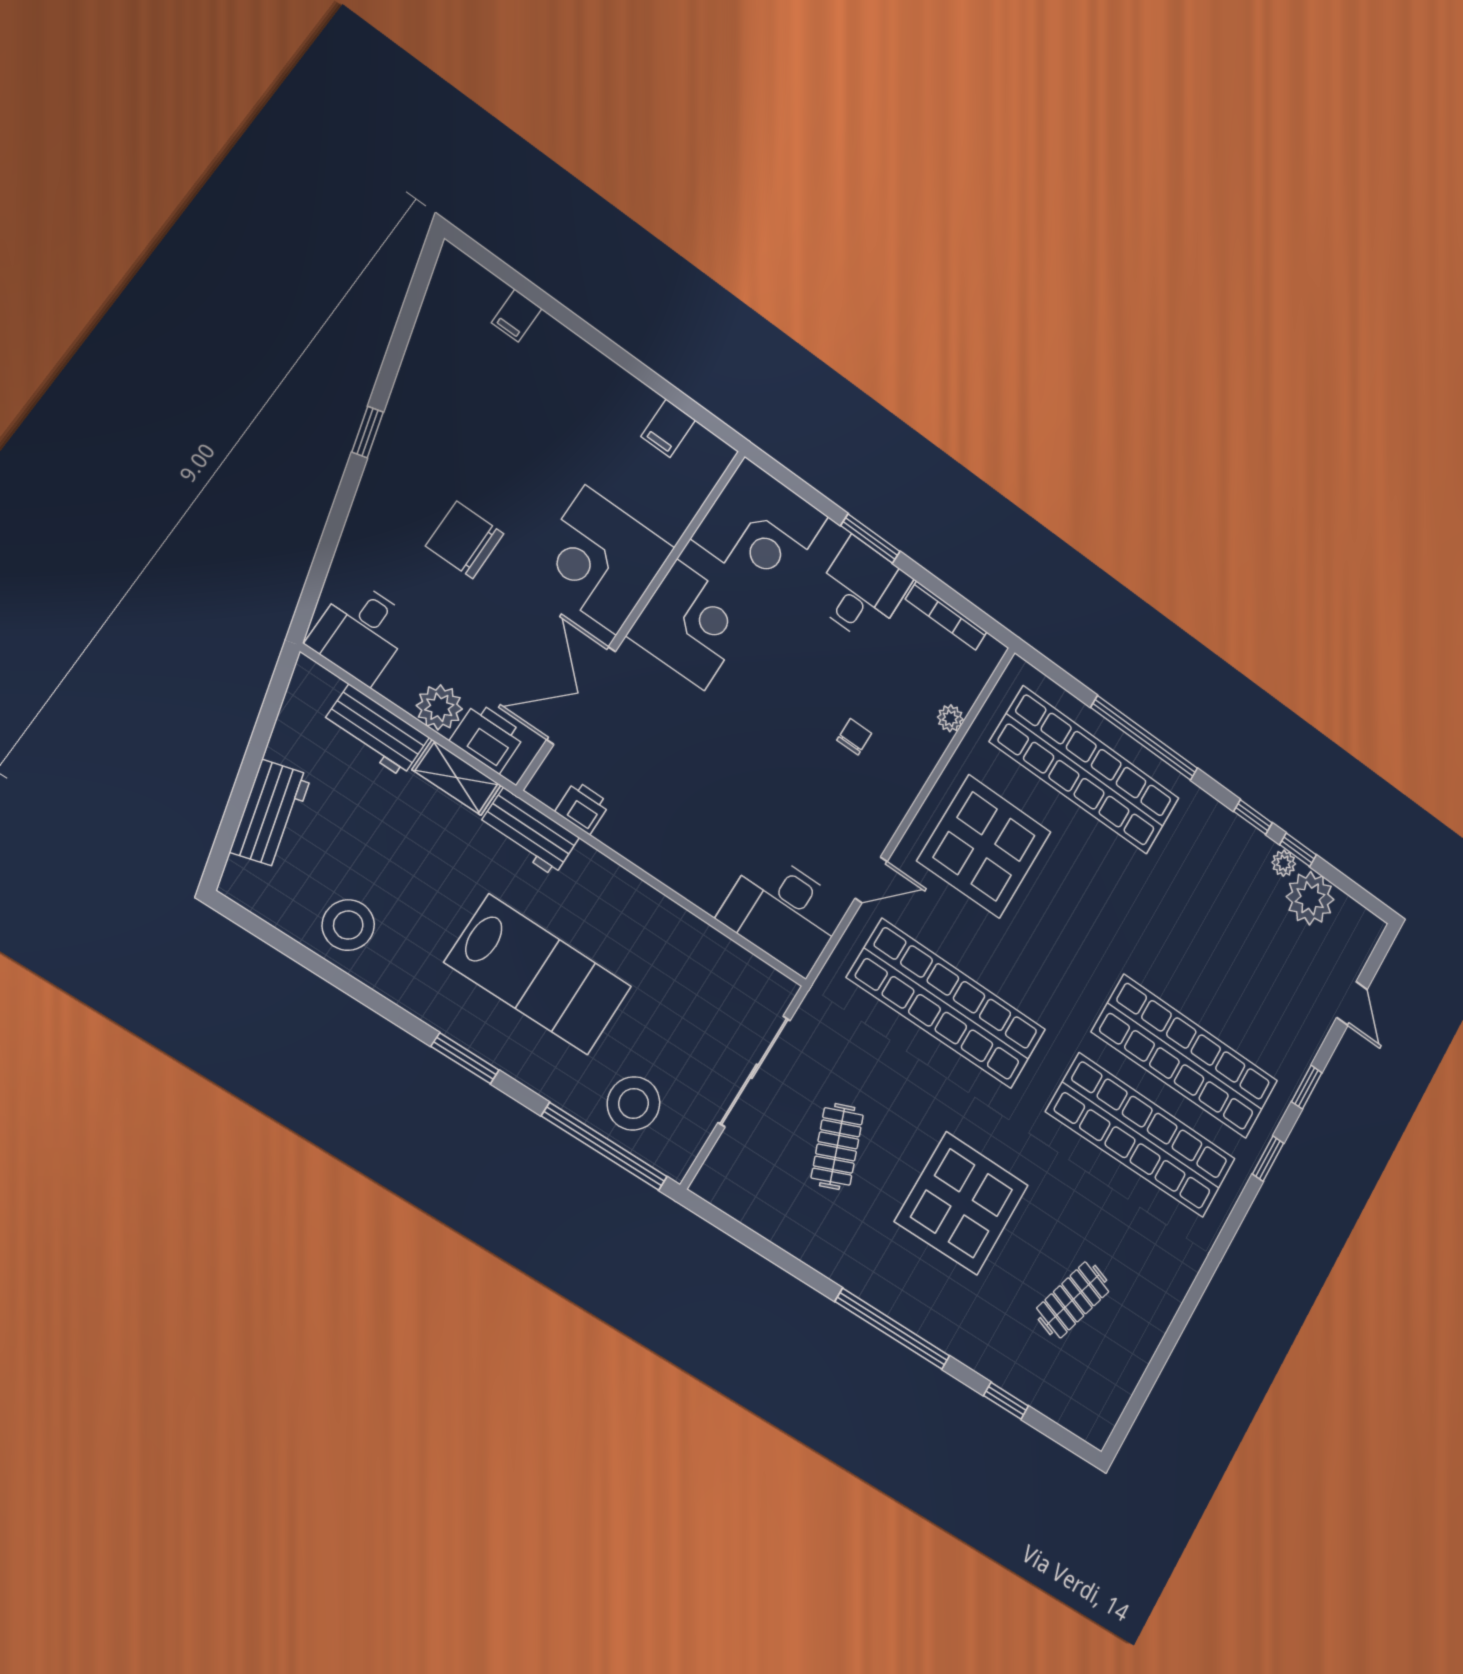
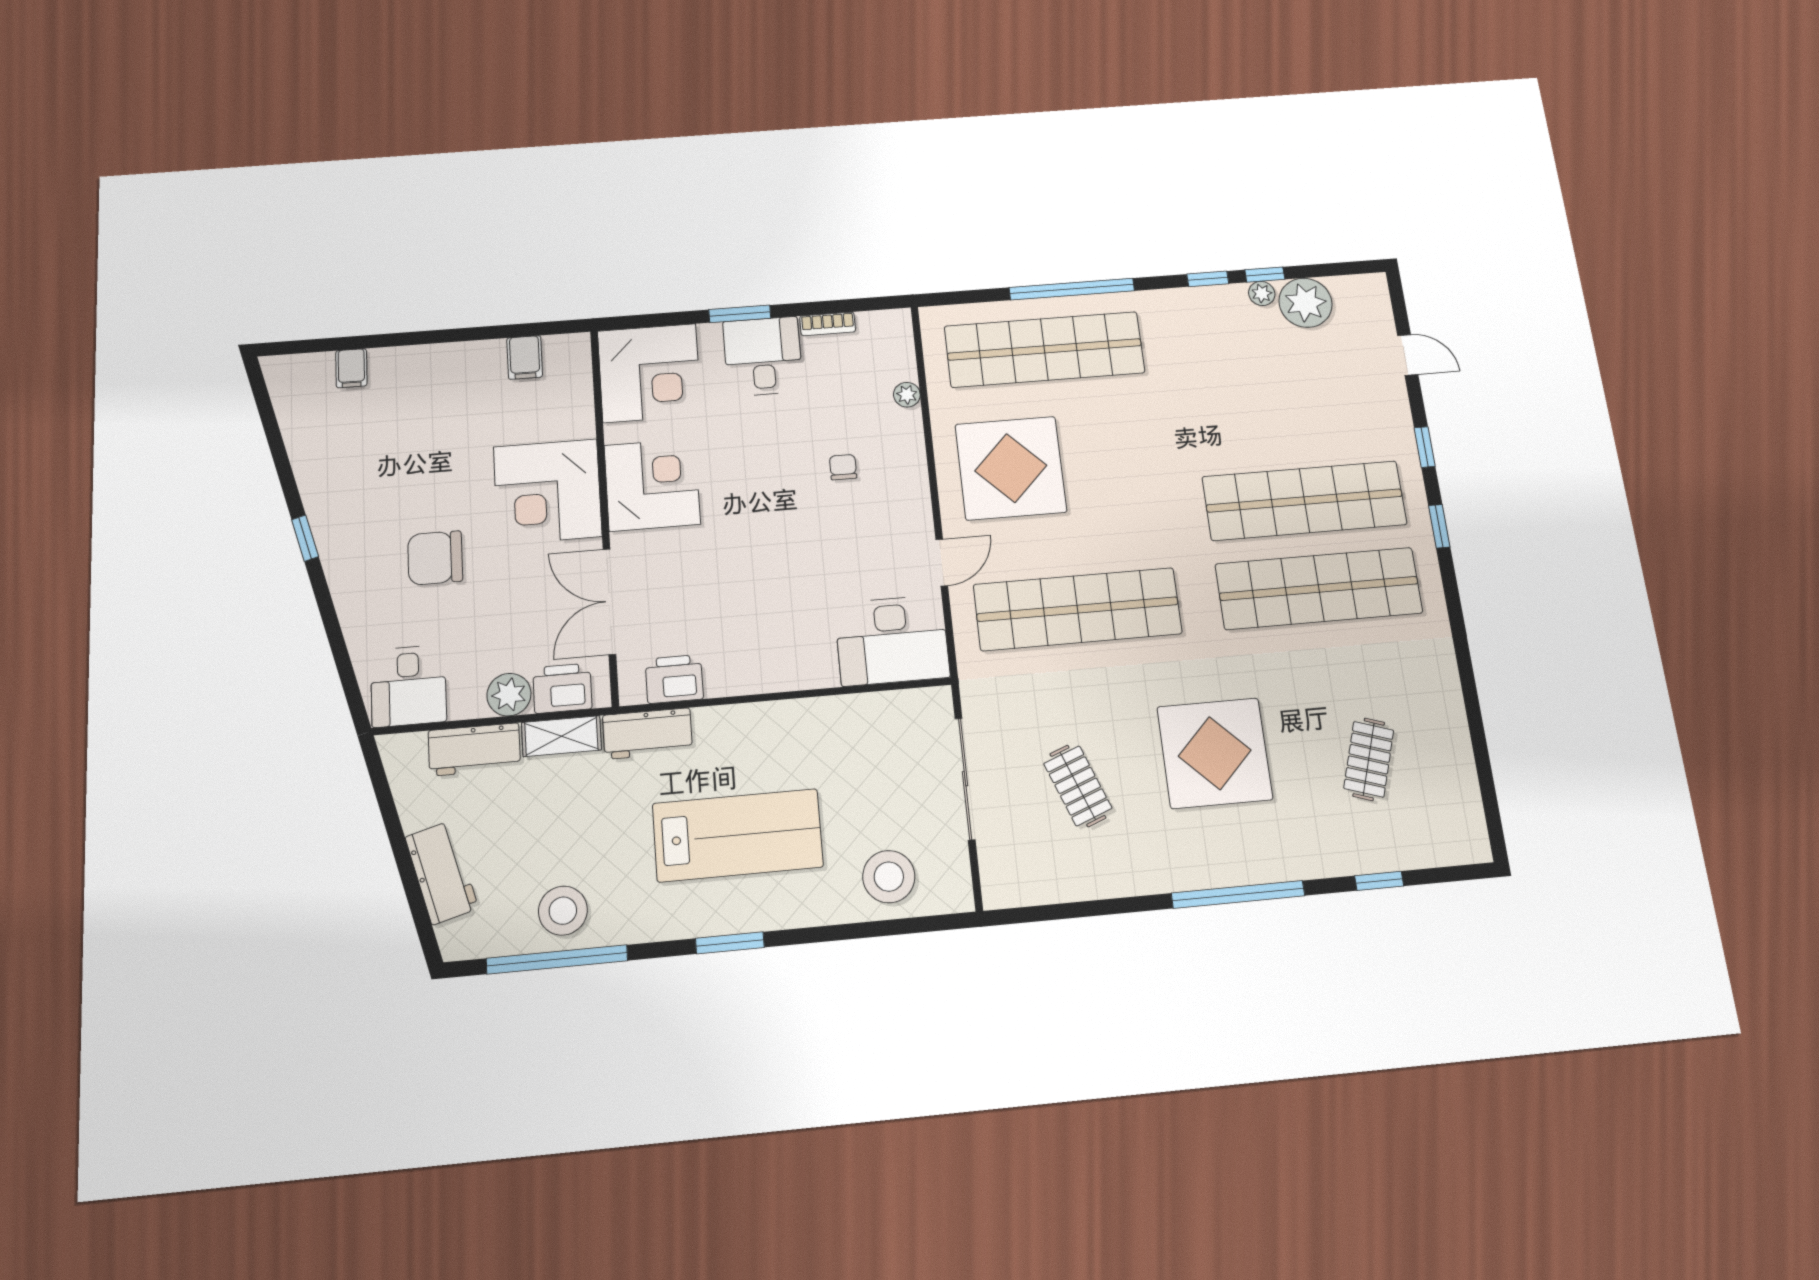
bookcase: (946, 615) -> (828, 324), width x0.64
printer: (583, 807) -> (674, 679), width x1.36, depth x1.24
window: (604, 1146) -> (557, 959), moved

